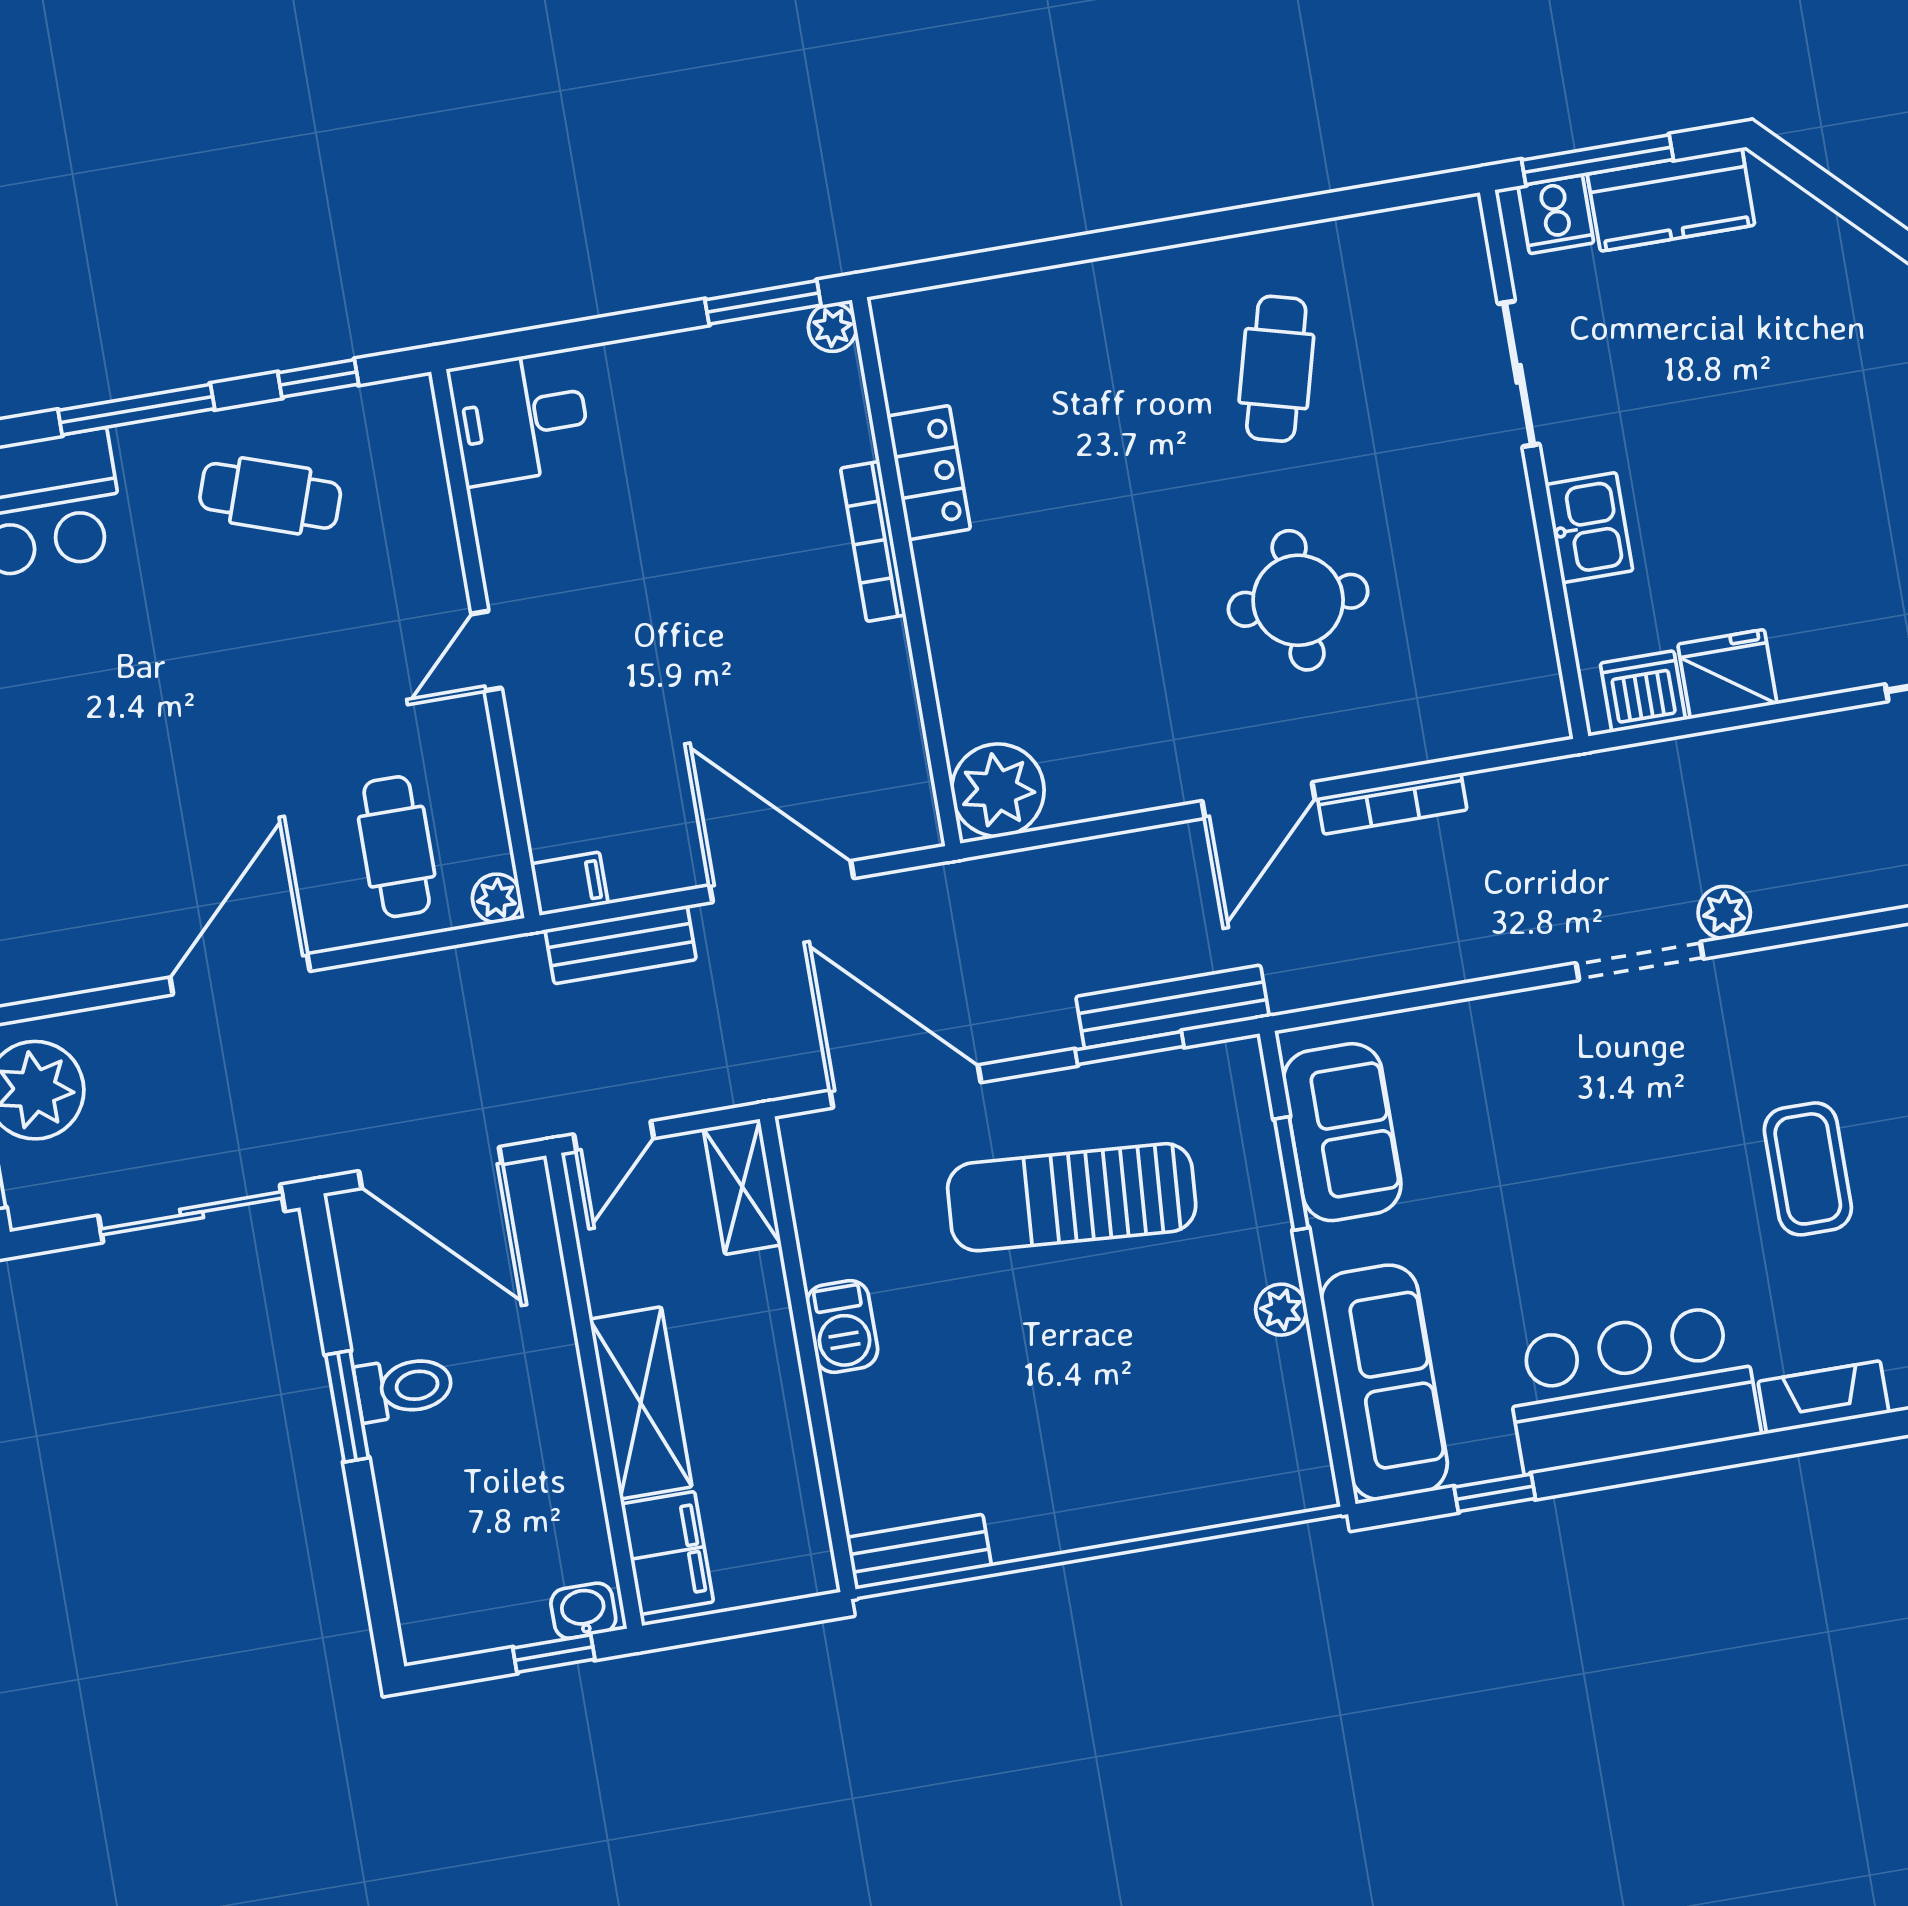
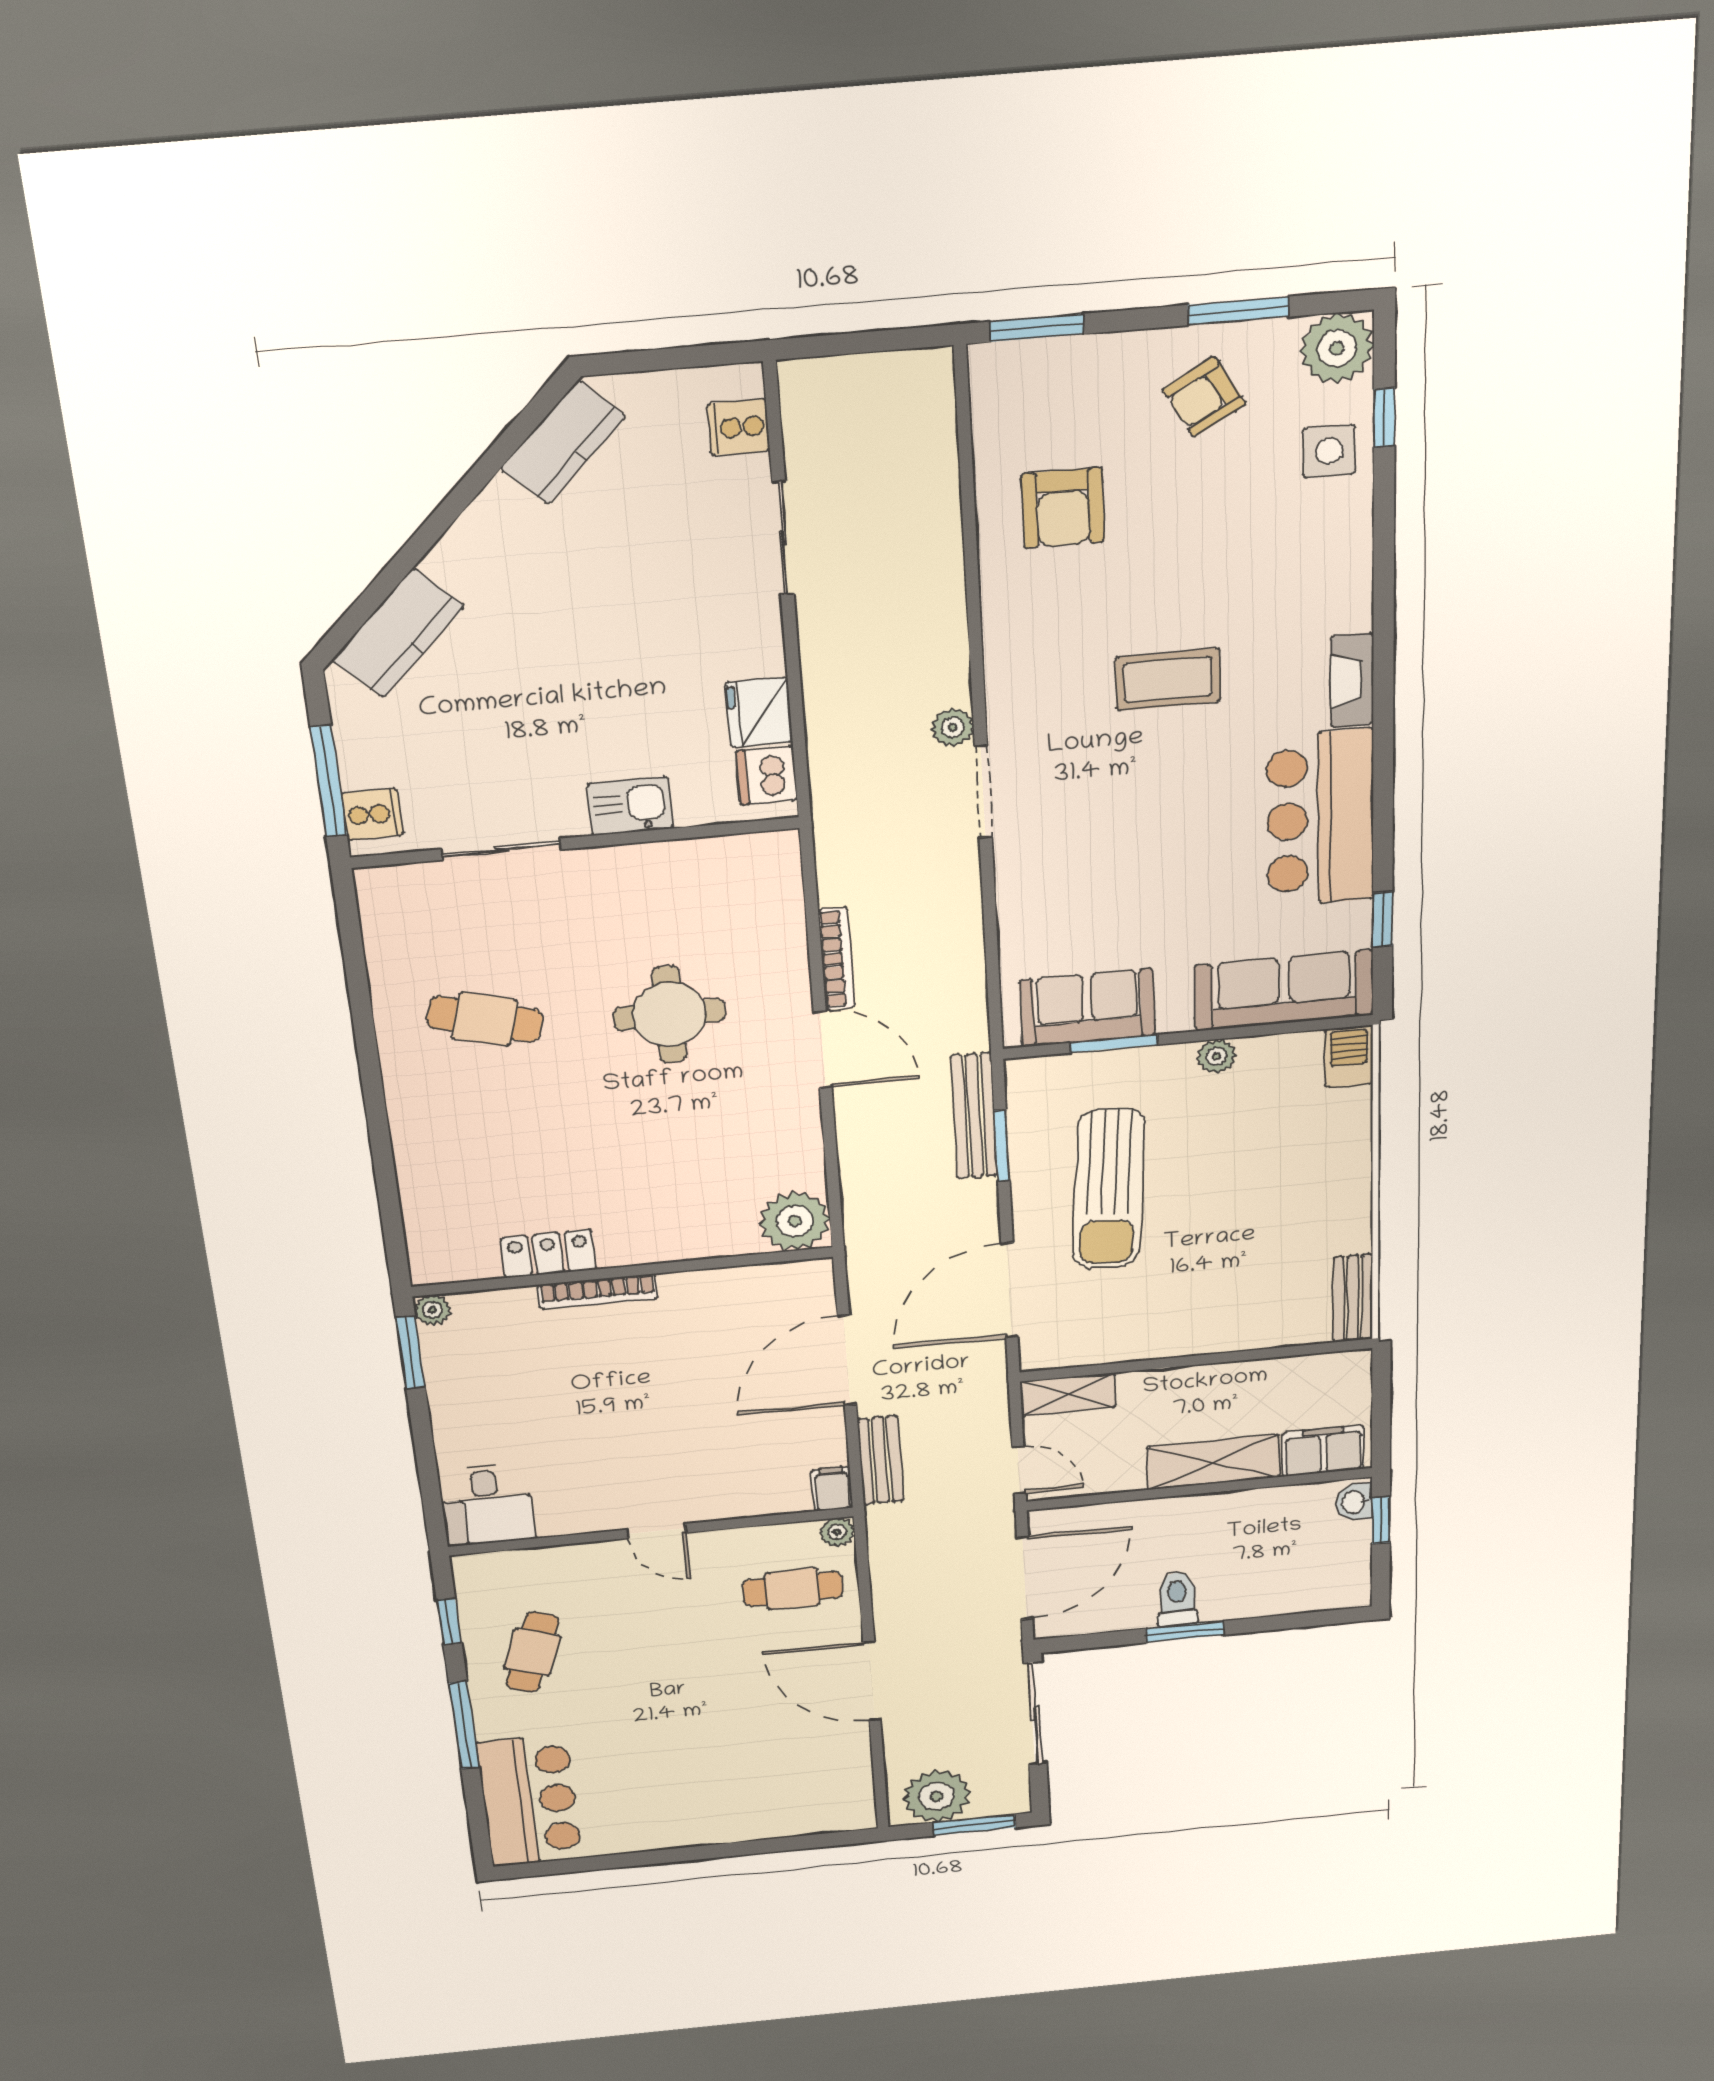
kitchen counter: (1671, 200) -> (398, 633), moved, turned 45
barbecue: (842, 1326) -> (1349, 1056), moved, turned -90

